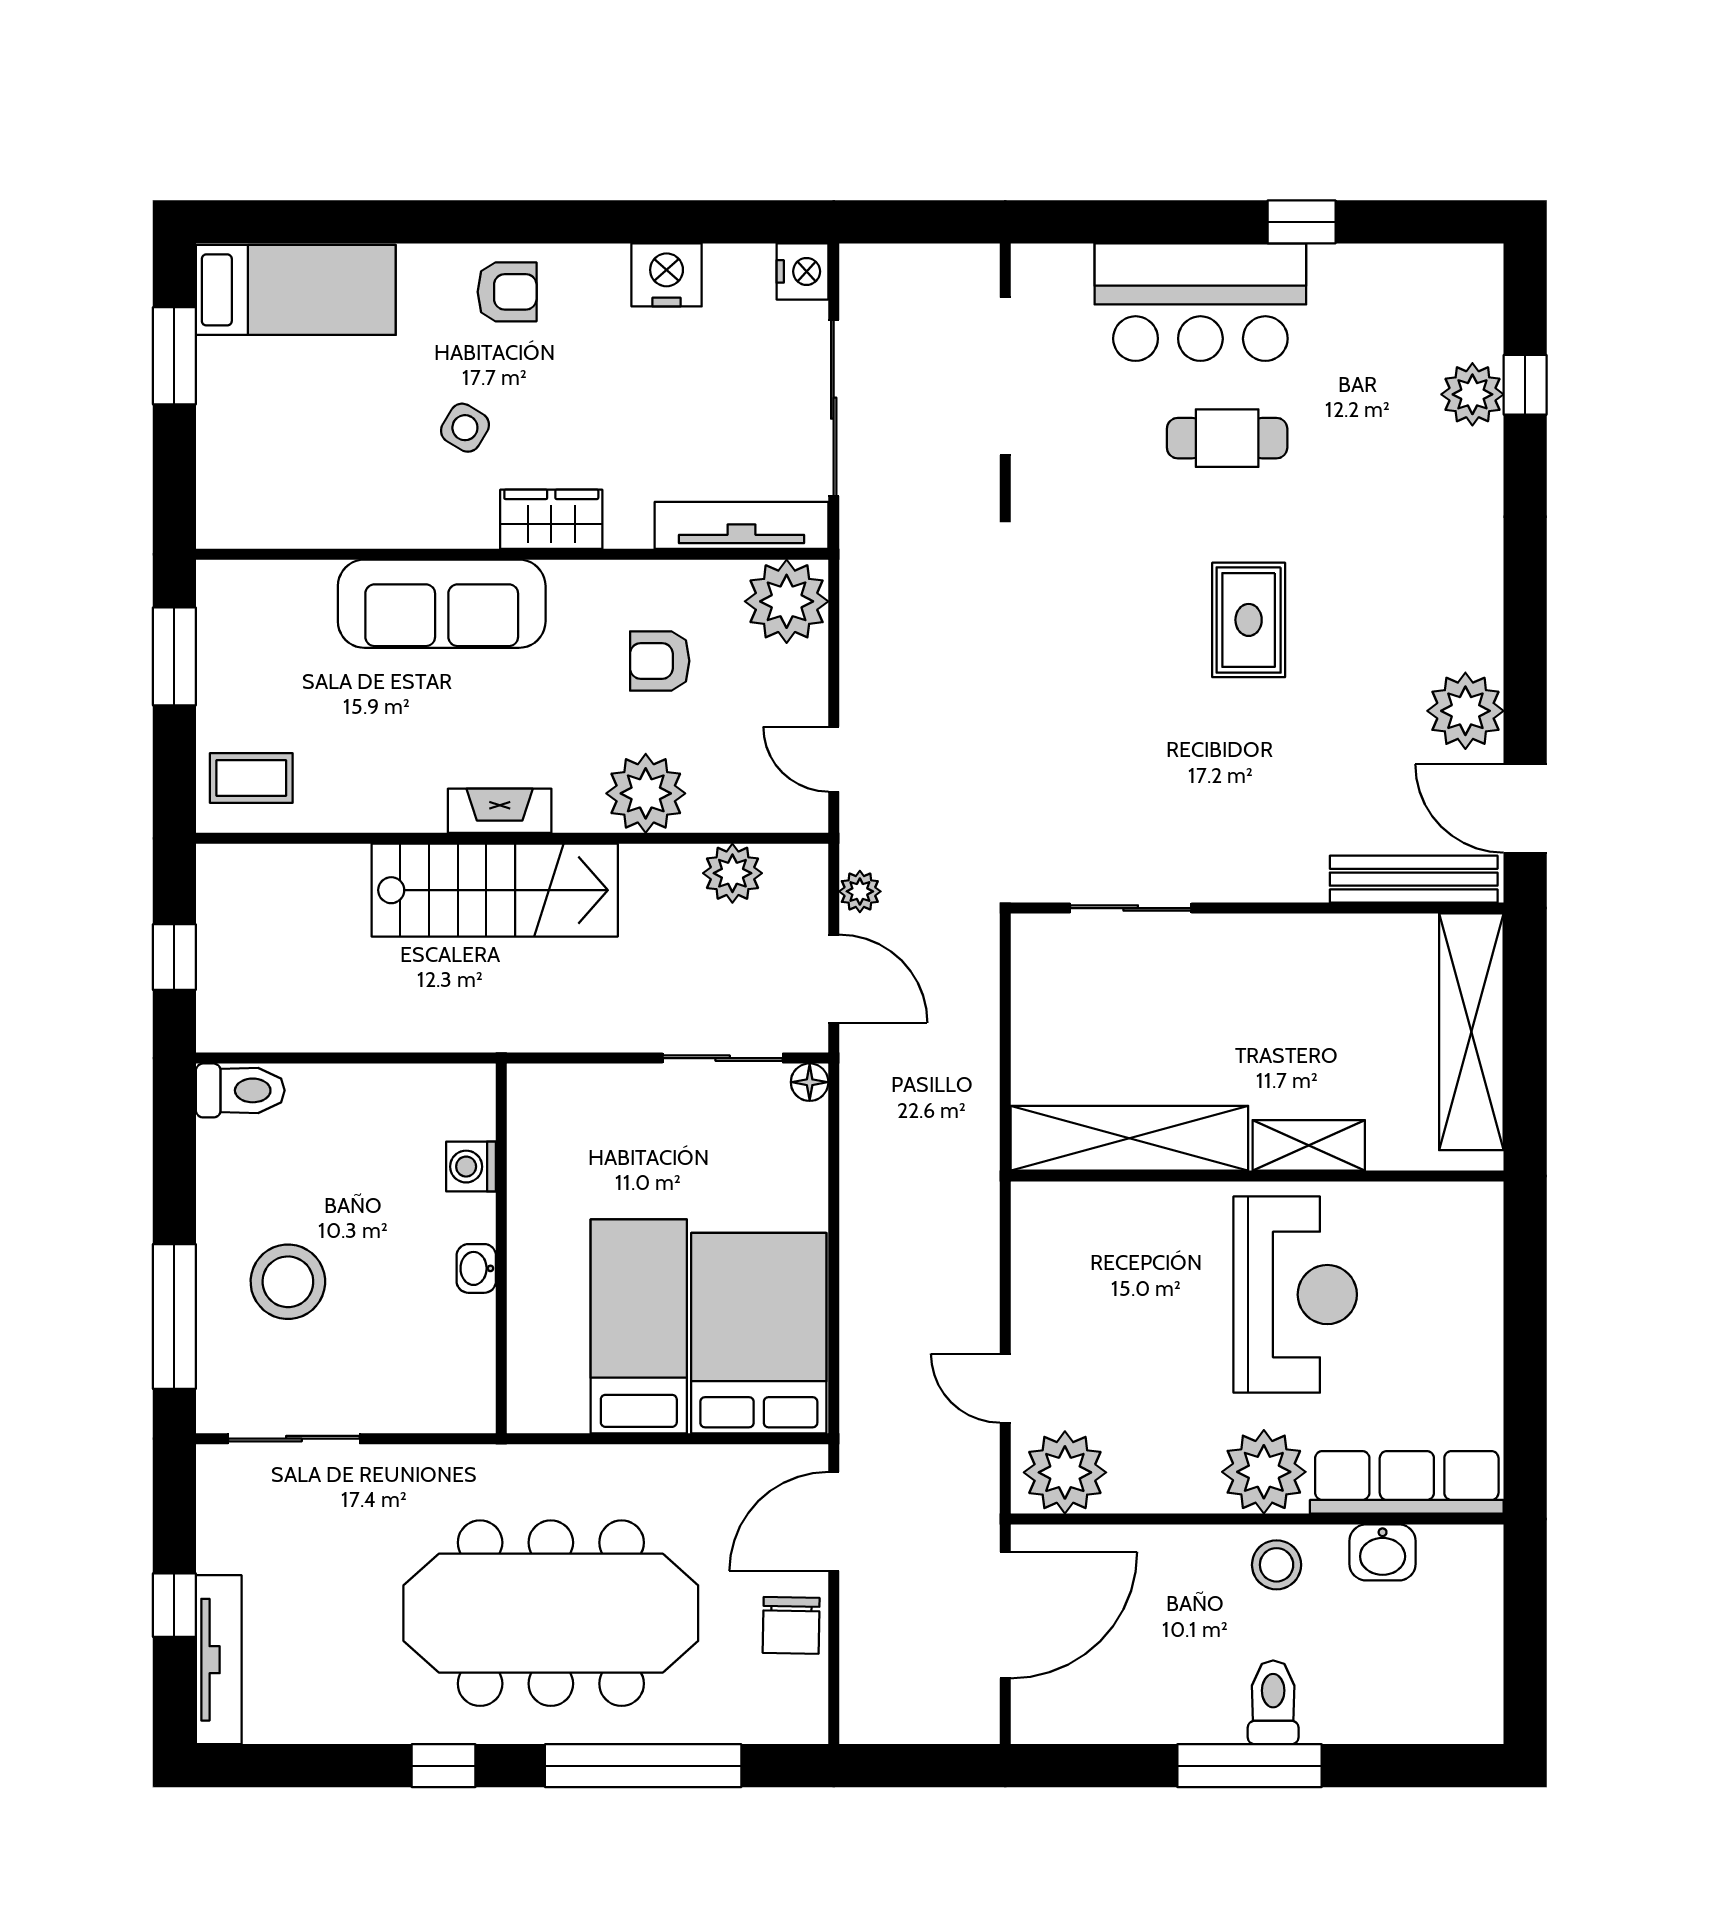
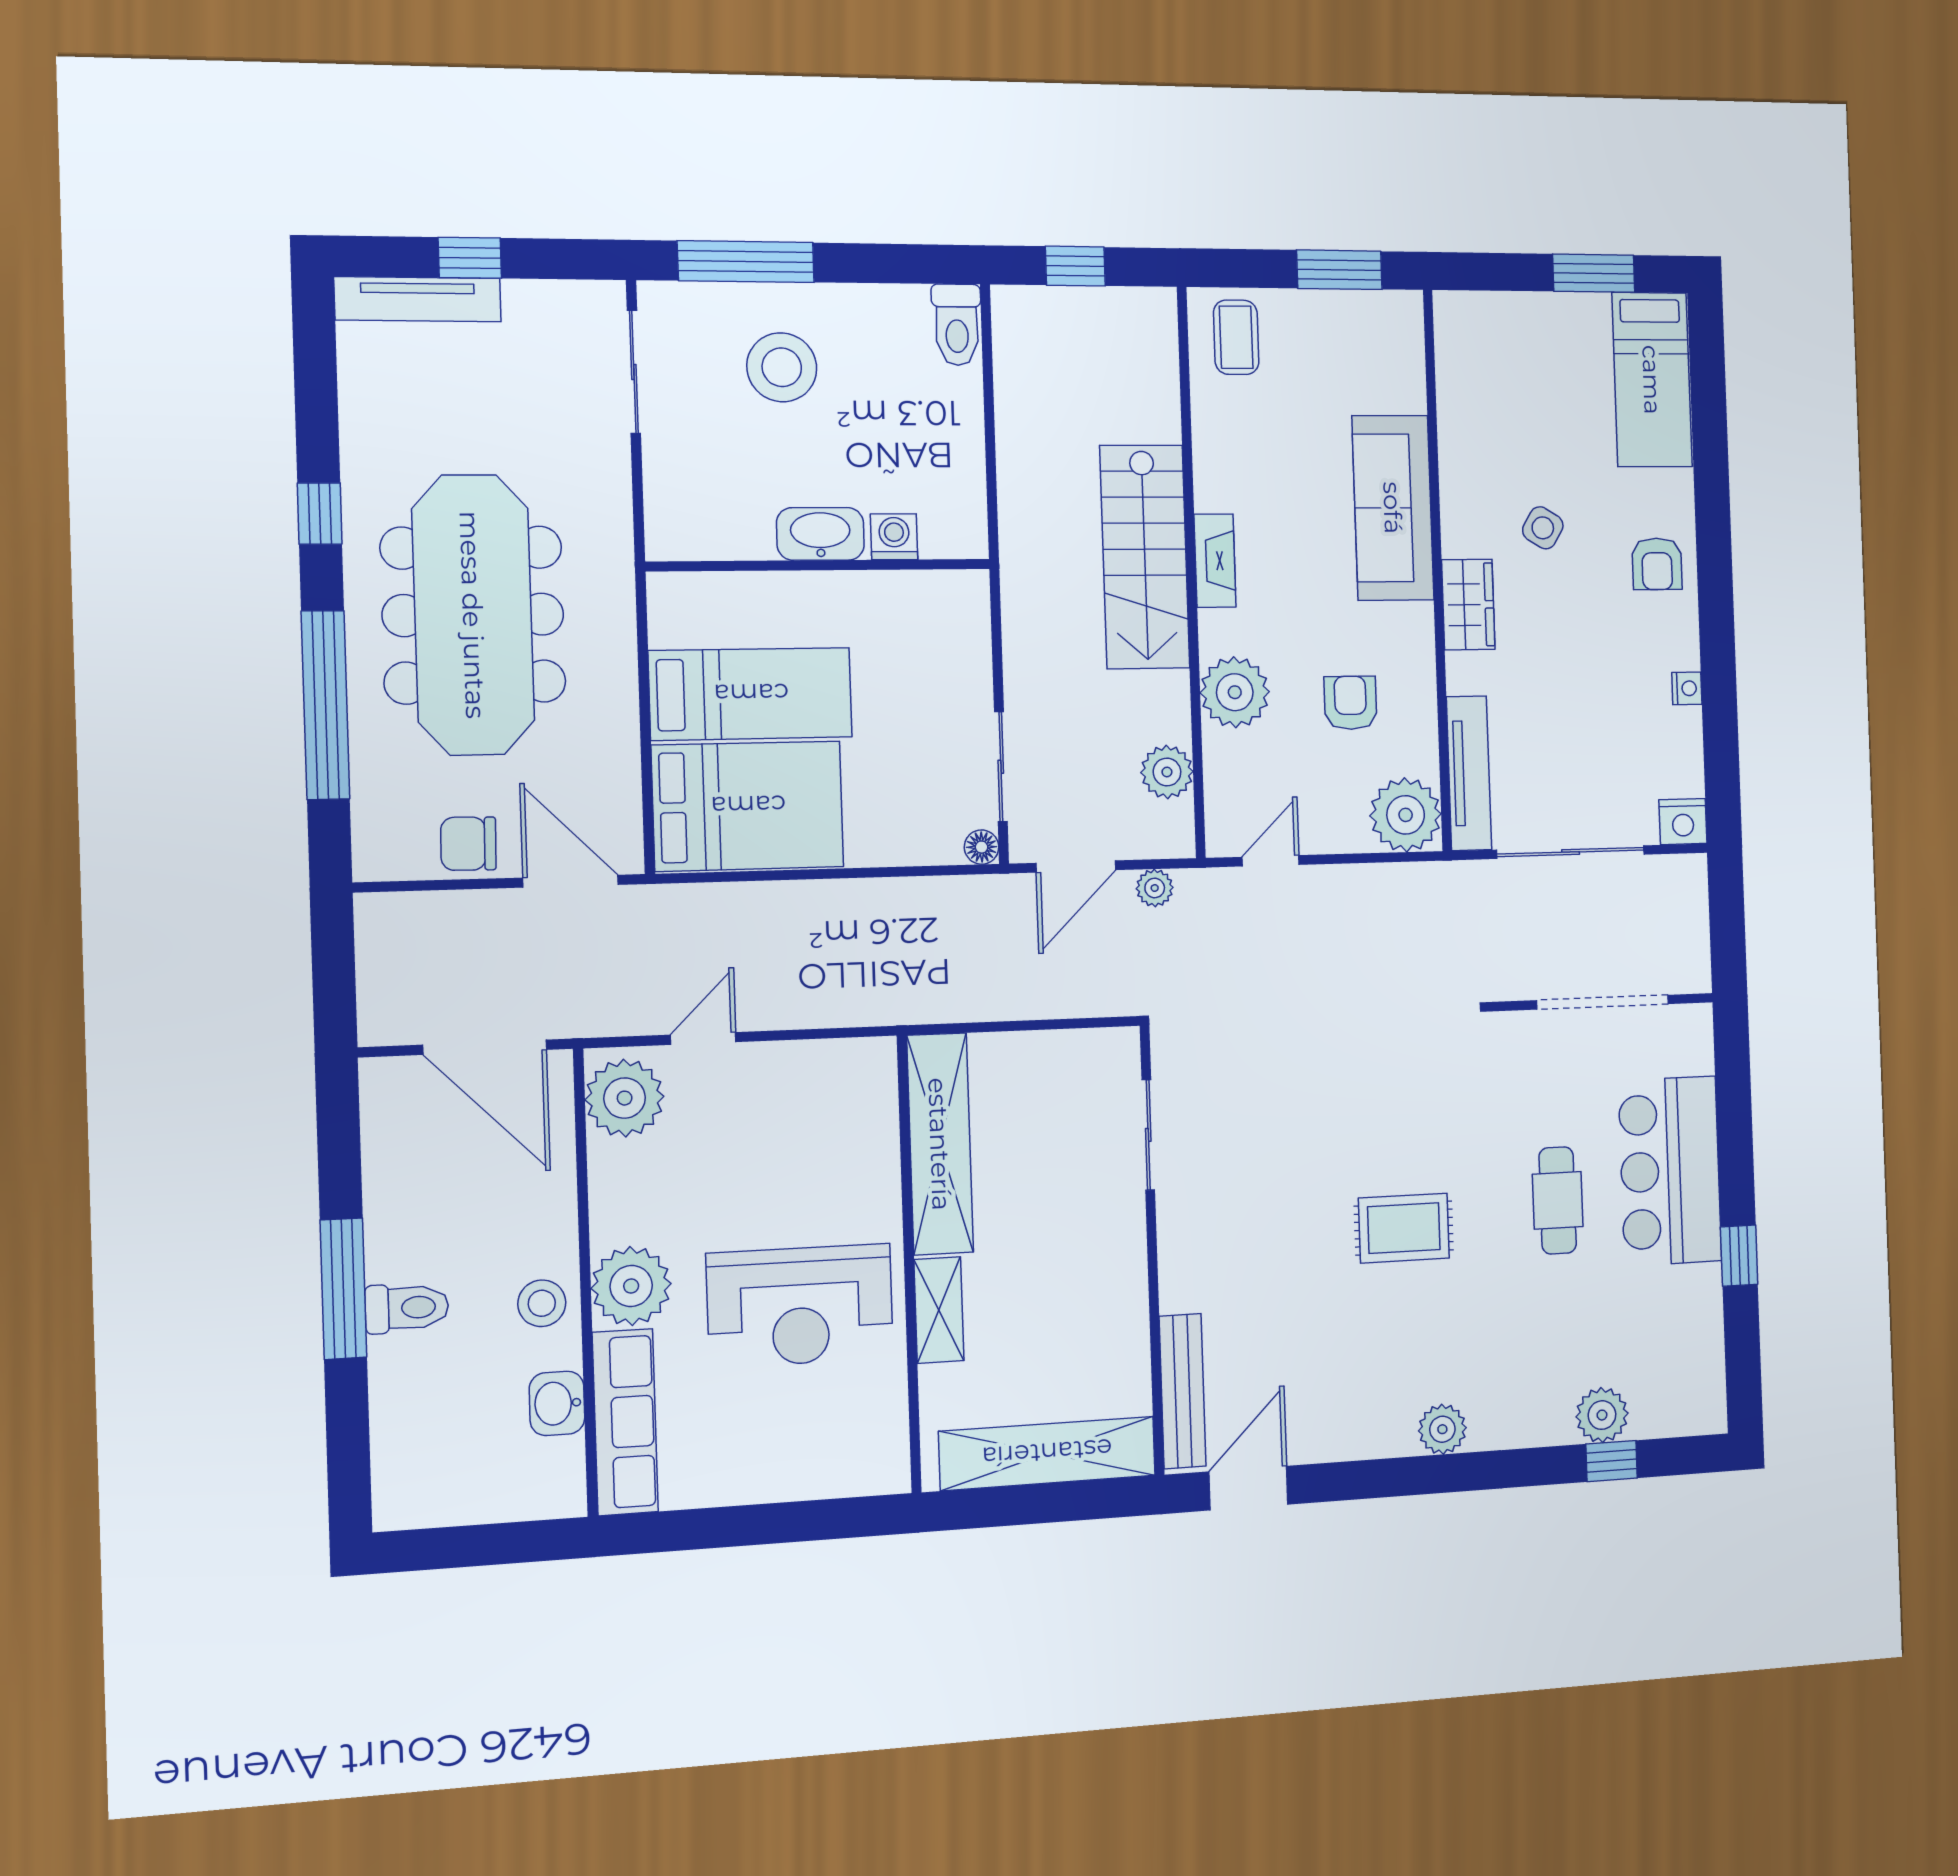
nightstand: (667, 275) -> (1687, 688), width x0.53, depth x0.56
plant: (1465, 711) -> (1442, 1429), moved, width x0.73, depth x0.73
washbasin: (476, 1268) -> (820, 534), width x1.91, depth x1.45

